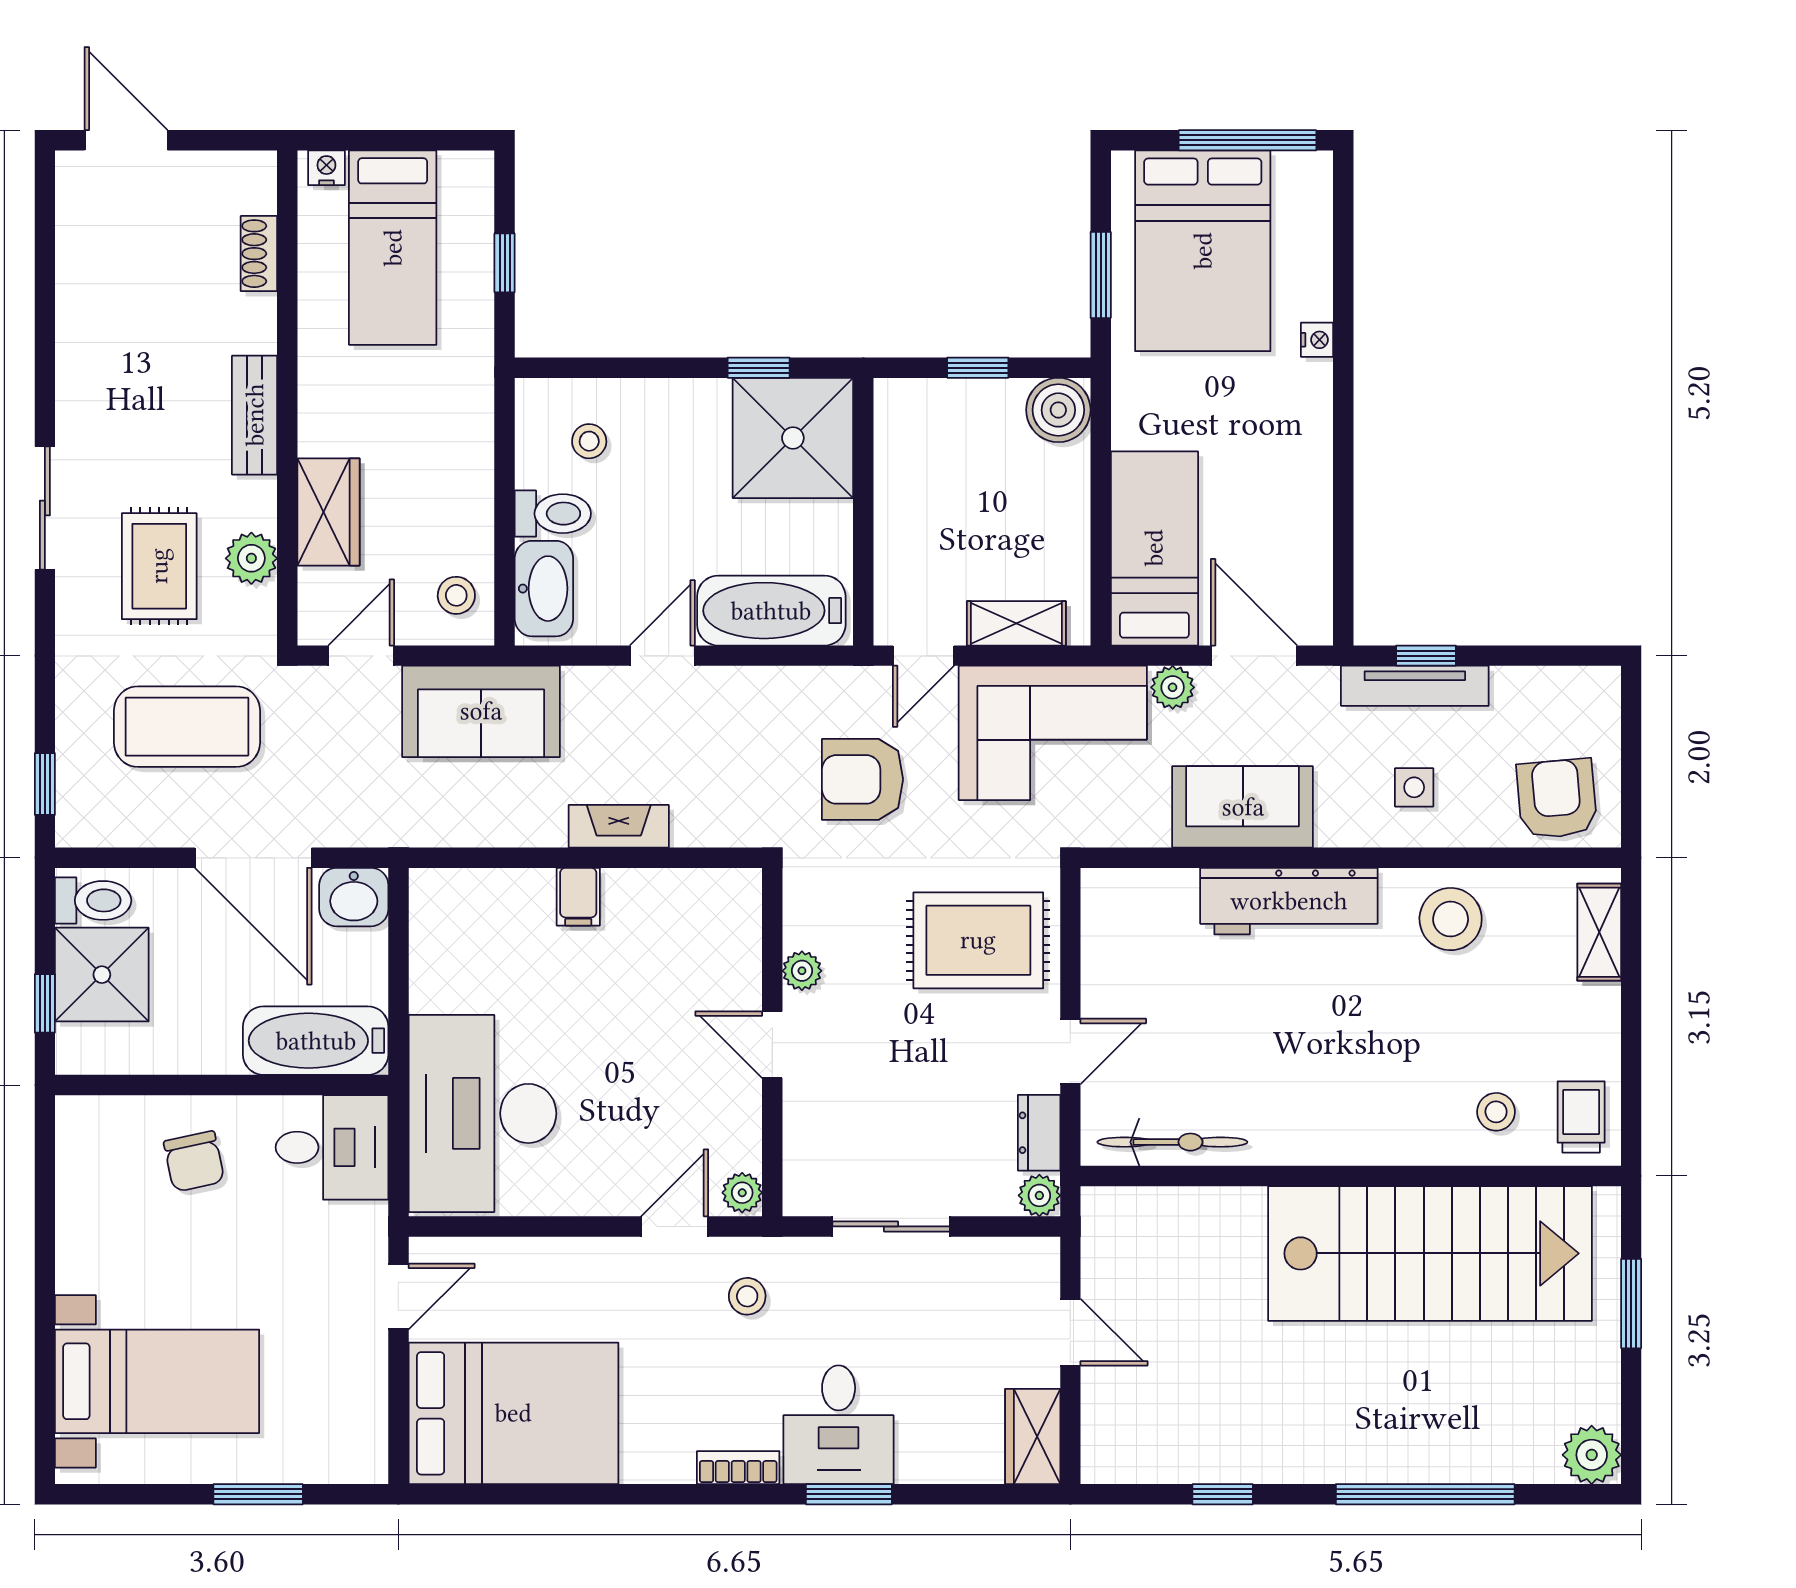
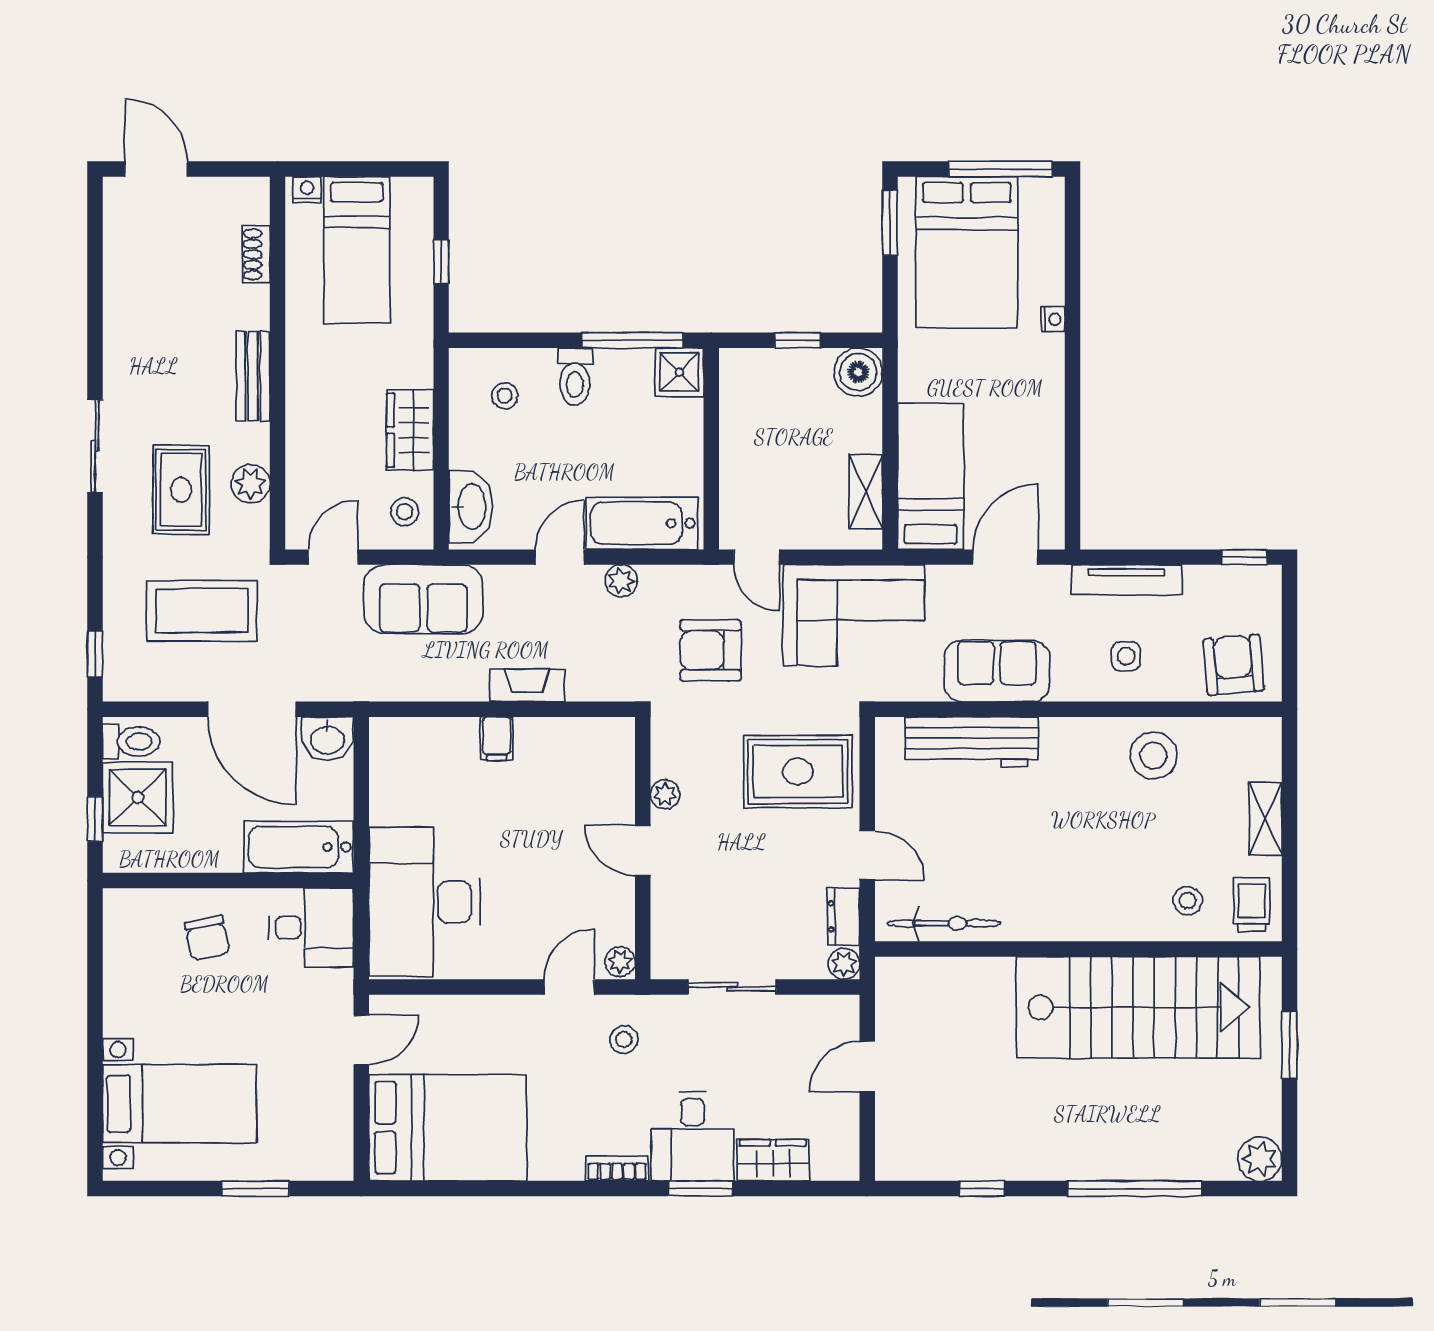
window: (1101, 275) -> (890, 223), moved
window: (759, 368) -> (632, 340), width x2.17
shower: (793, 438) -> (679, 372), width x0.54, depth x0.54
wardrobe: (329, 512) -> (410, 430), moved, turned 180
toilet: (553, 514) -> (575, 377), moved, turned 90
shelving: (1016, 623) -> (866, 492), moved, turned 90
door: (923, 656) -> (757, 557), hinge flipped
door: (1254, 656) -> (1006, 557), hinge flipped
window: (1426, 656) -> (1244, 557), moved
plant: (1173, 687) -> (621, 581), moved
workbench: (1289, 901) -> (972, 742), moved
shelving: (1599, 932) -> (1265, 819), moved
door: (1070, 1052) -> (867, 855), hinge flipped
door: (1070, 1332) -> (867, 1067), swing flipped
wardrobe: (1033, 1436) -> (773, 1160), moved, turned 90

